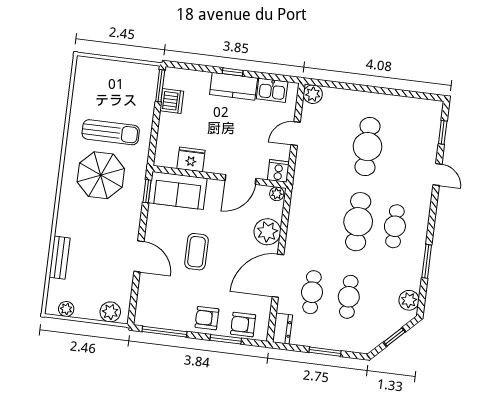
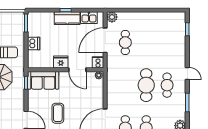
dishwasher: (172, 101) -> (34, 44), moved
door: (296, 134) -> (105, 40), width x1.87
cafe table: (367, 147) -> (125, 42), moved, width x0.73, depth x0.74
fridge: (191, 159) -> (61, 62), moved
door: (437, 175) -> (187, 73), moved
door: (241, 179) -> (77, 70), hinge flipped
plant: (267, 232) -> (96, 97), removed

